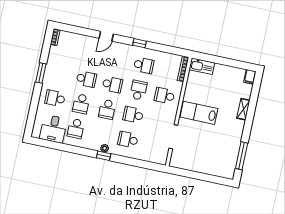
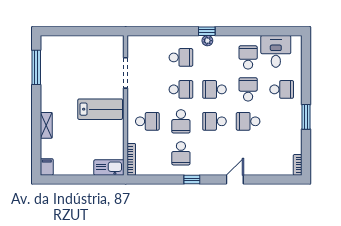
school desk: (144, 65) -> (181, 153), turned -90
school desk: (107, 109) -> (215, 89), turned -90

